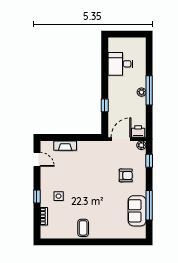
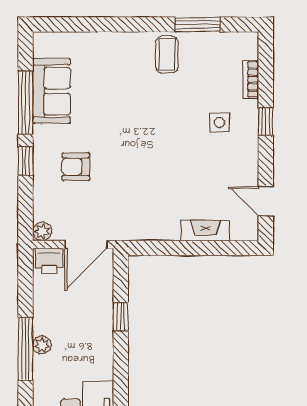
window: (149, 161) -> (26, 161), moved
window: (69, 242) -> (198, 25), added

